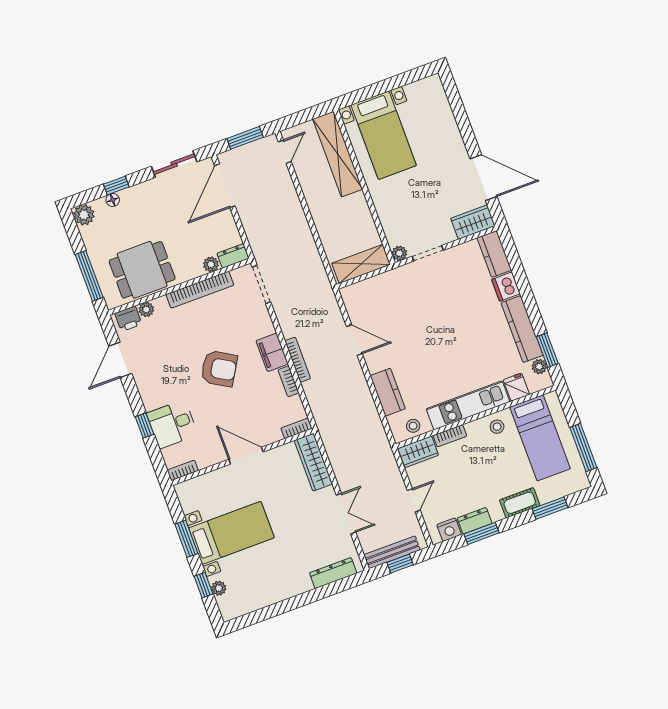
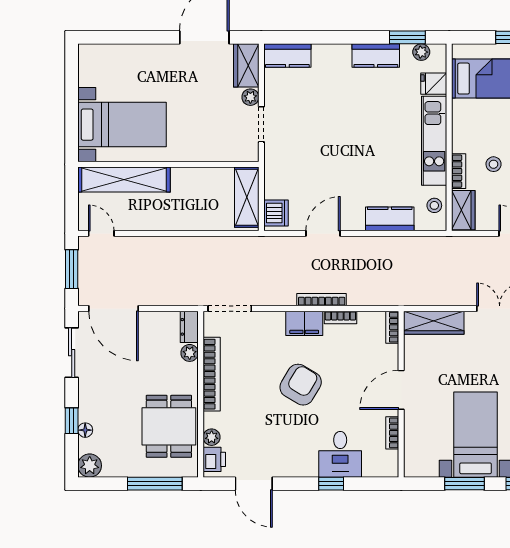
plant: (399, 253) -> (250, 97), moved
dishwasher: (506, 287) -> (276, 213), moved, turned -90
kitchen counter: (522, 329) -> (376, 55), width x0.67
stool: (497, 427) -> (494, 164), moved
bookcase: (183, 470) -> (392, 433), moved

